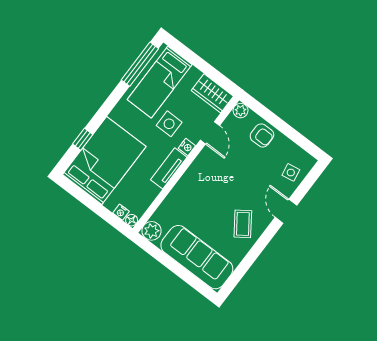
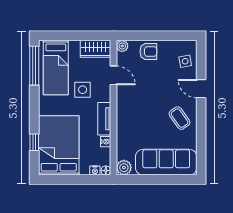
nightstand: (187, 147) -> (106, 142), moved

